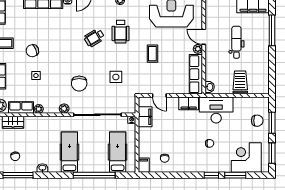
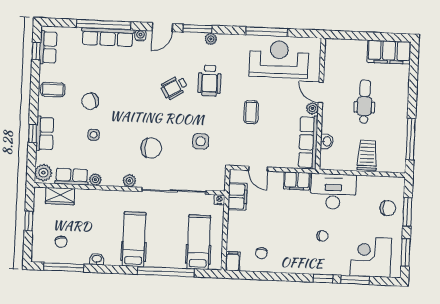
window: (272, 30) -> (411, 139), moved
chair: (79, 84) -> (151, 148), turned -90
washbasin: (210, 87) -> (327, 141), moved

